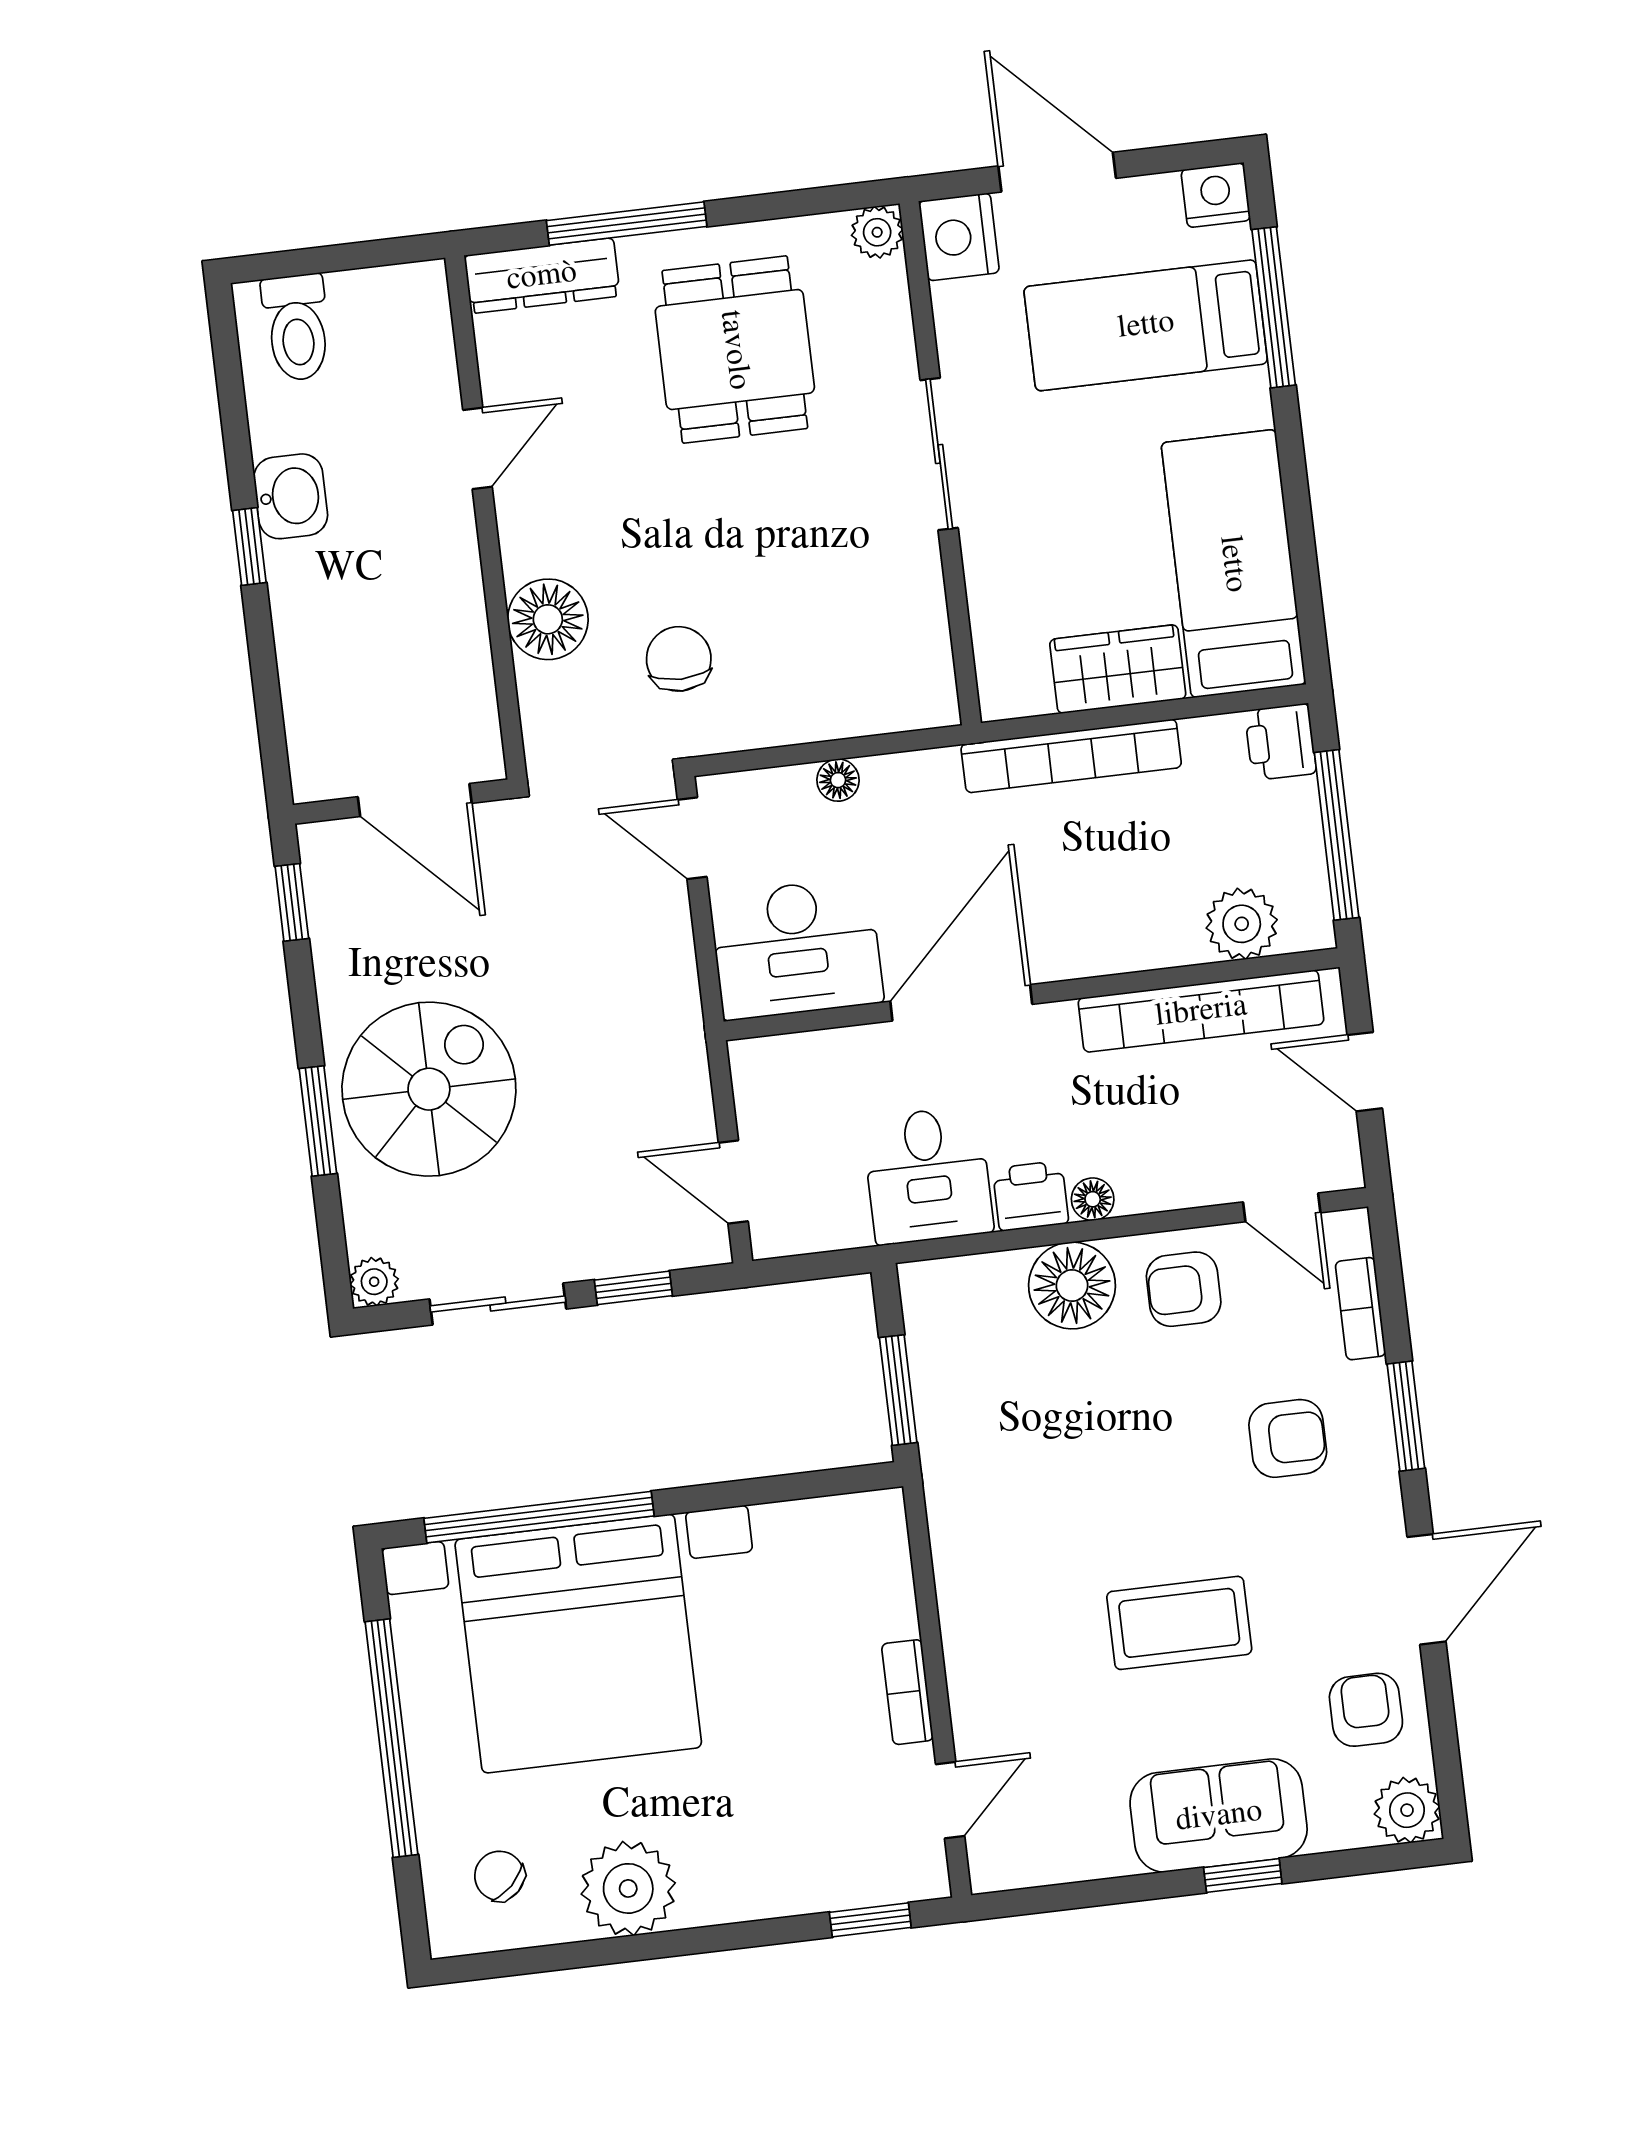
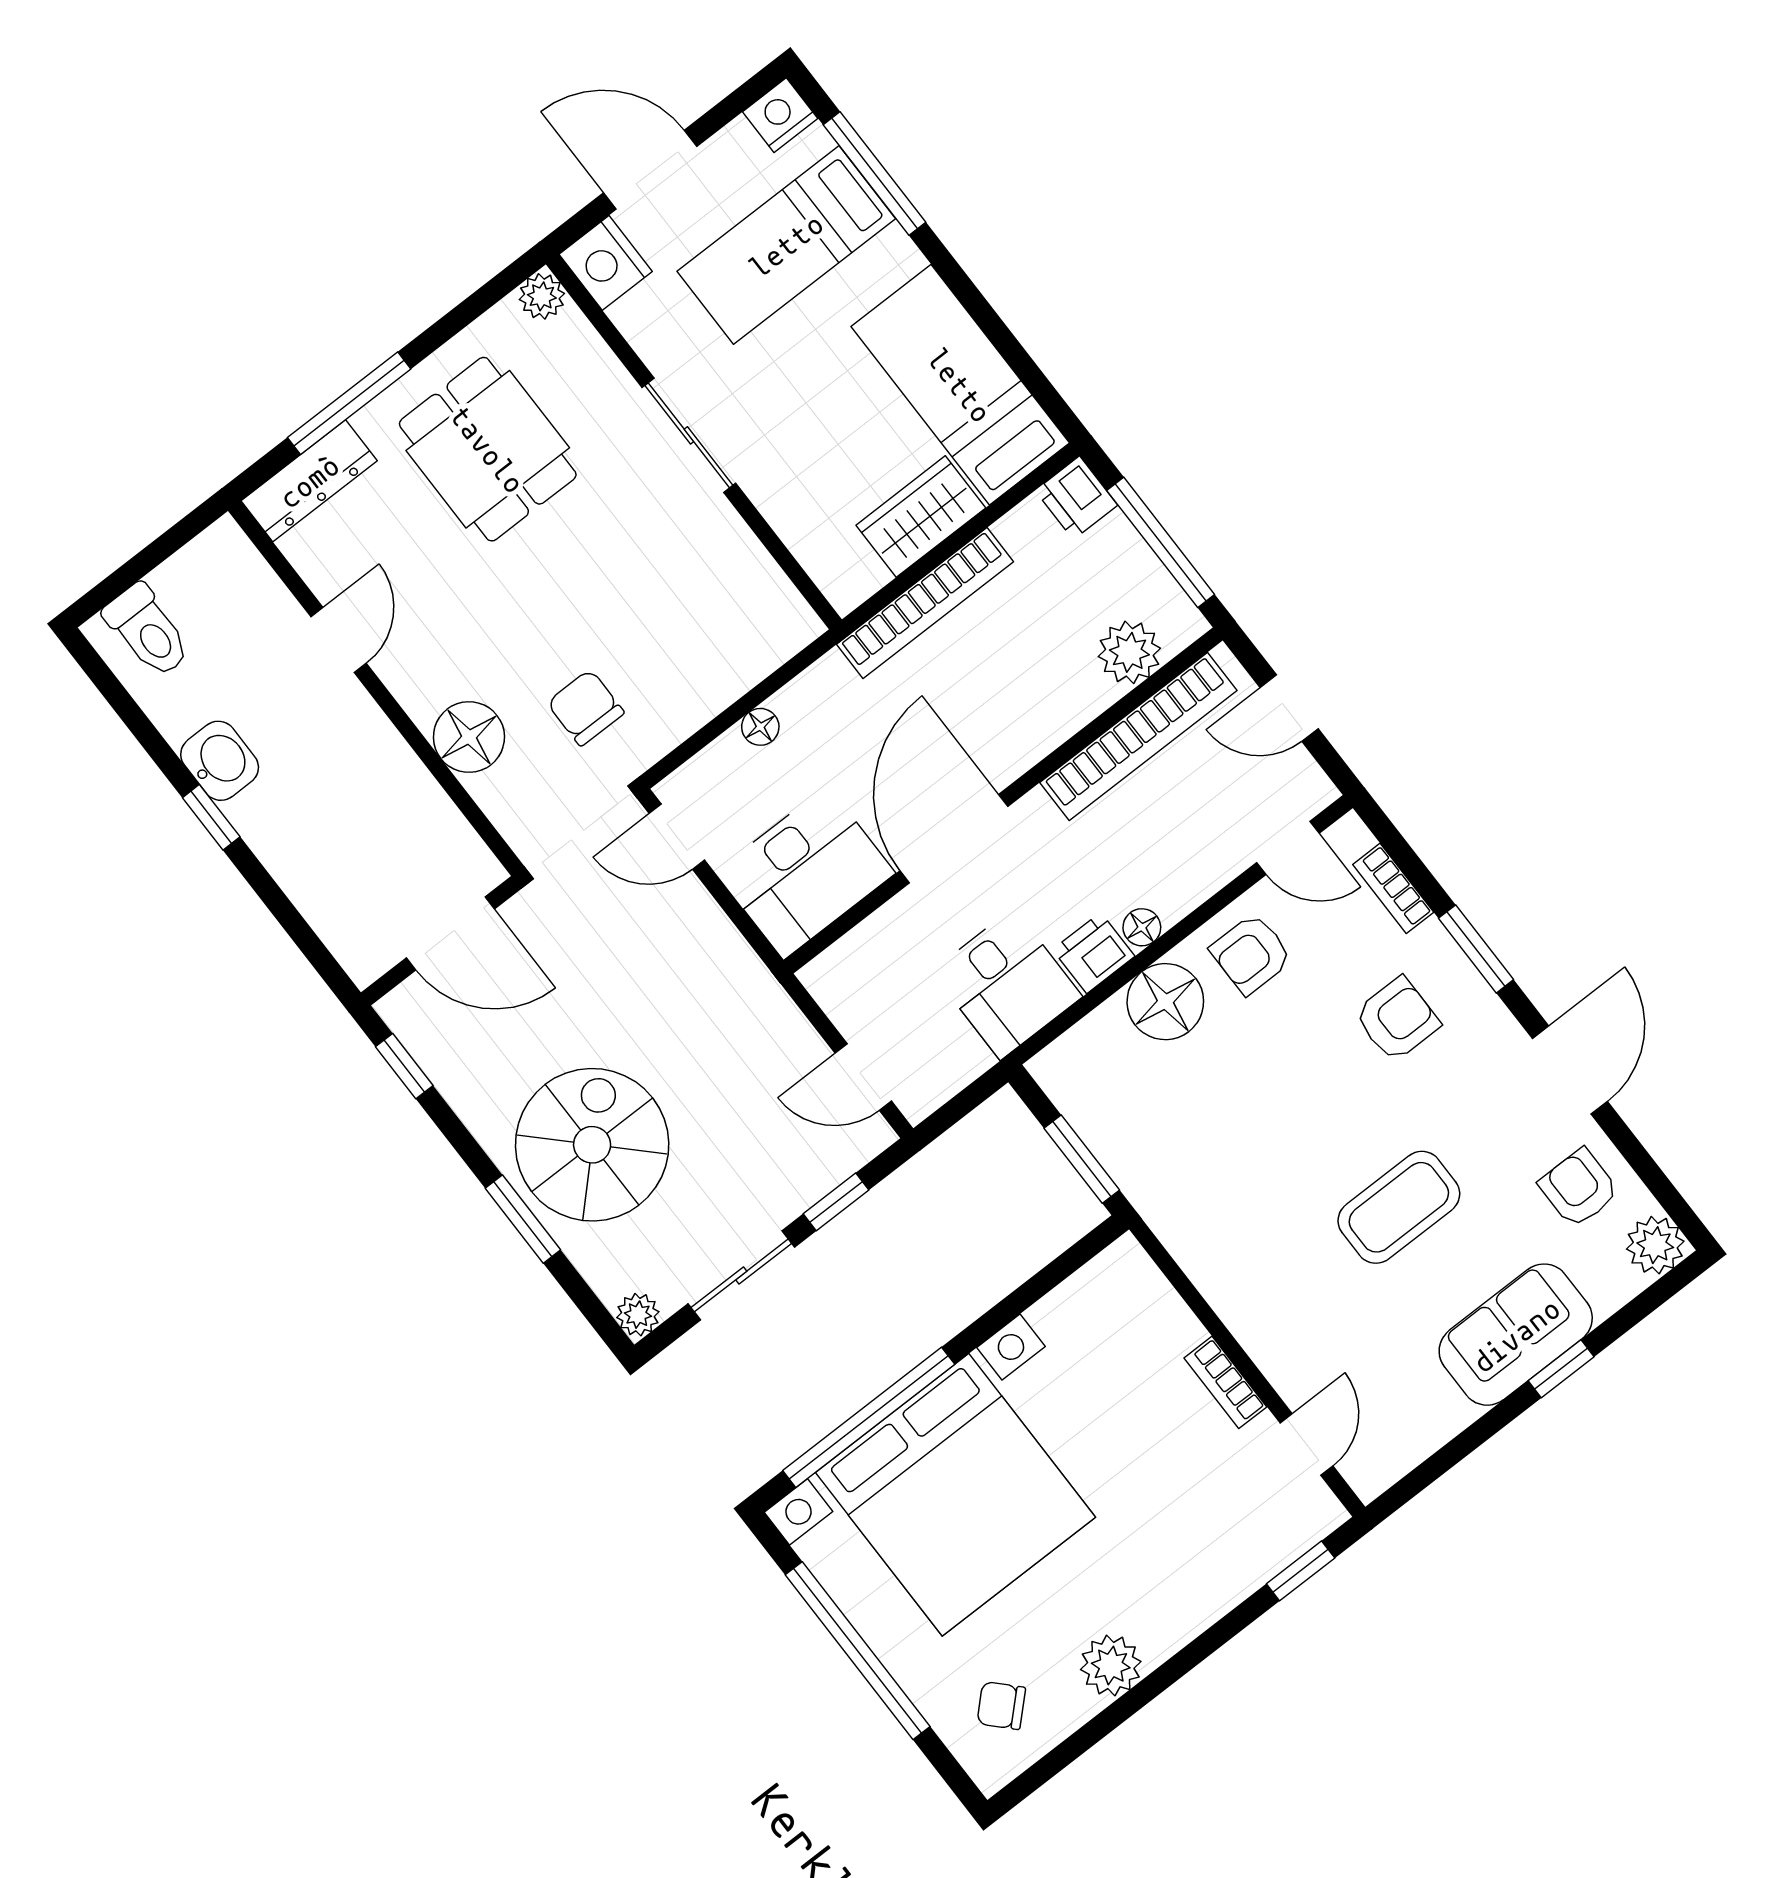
plant: (628, 1888) -> (1111, 1666), width x0.73, depth x0.73

